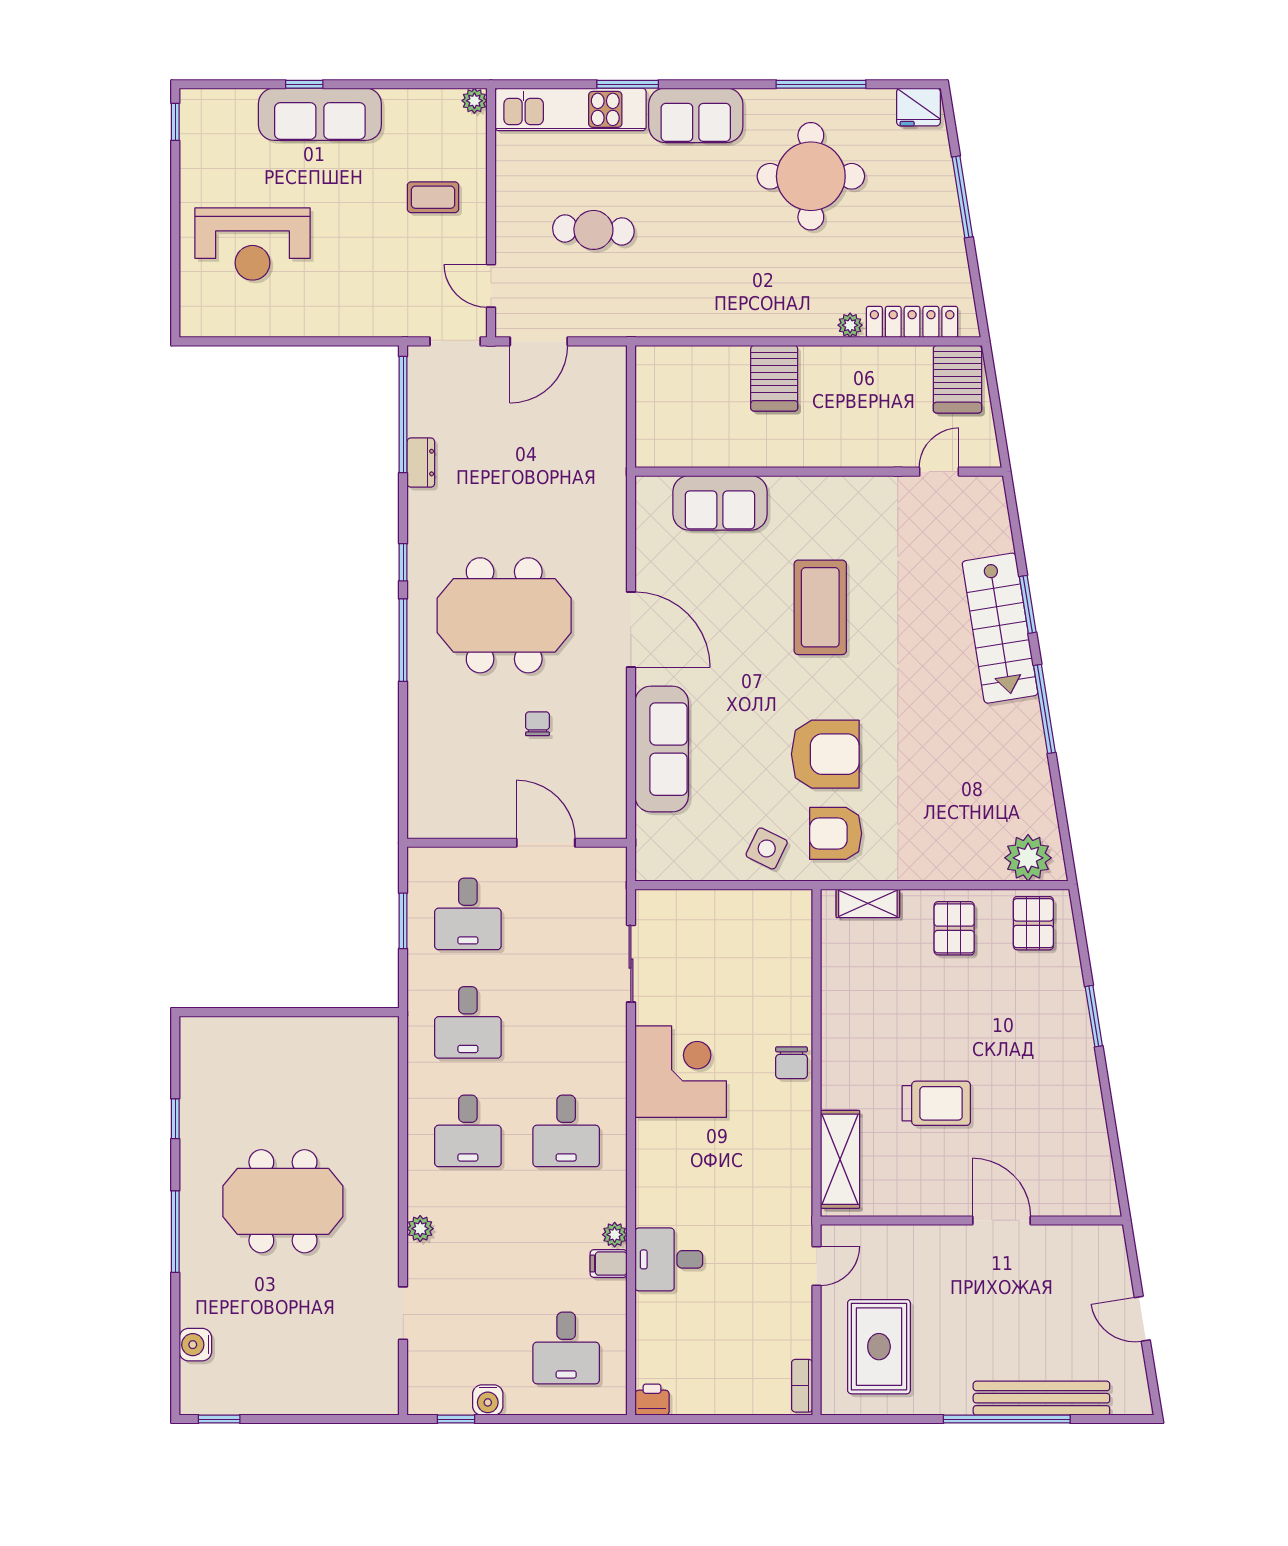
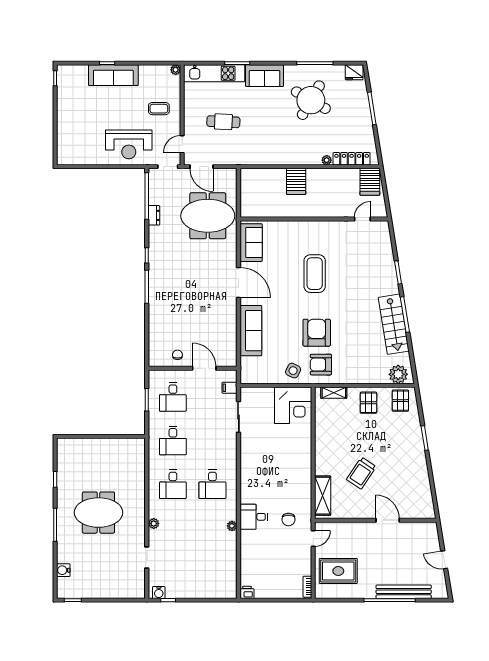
round table: (811, 176) -> (311, 100), turned 30
reception desk: (253, 244) -> (129, 144), moved
door: (491, 286) -> (182, 144), hinge flipped
door: (539, 341) -> (201, 167), hinge flipped
sofa: (720, 503) -> (251, 243), moved, turned -90
meeting table: (504, 615) -> (208, 216), moved
stairs: (1000, 628) -> (394, 324), moved
chair: (537, 724) -> (177, 355), moved
armchair: (825, 754) -> (317, 333), turned -90
chair: (792, 1063) -> (288, 519), moved
corner desk: (681, 1072) -> (293, 405), moved, turned 90
trolley: (936, 1103) -> (361, 473), turned 124
desk: (669, 1259) -> (254, 517), moved
filing cabinet: (609, 1264) -> (229, 388), moved
rug: (879, 1347) -> (338, 571), turned 90
desk: (566, 1348) -> (212, 572), removed
water cooler: (488, 1400) -> (159, 592), moved

